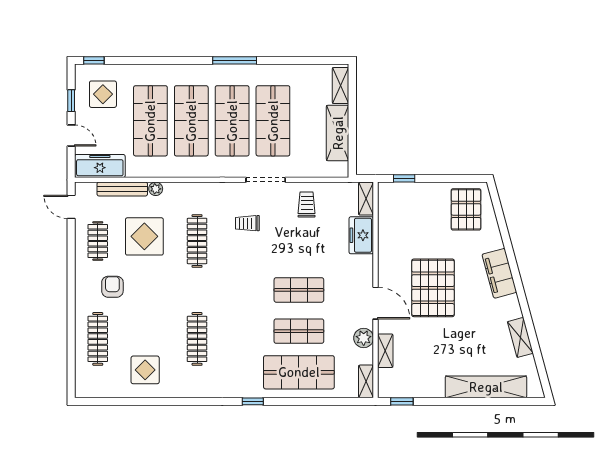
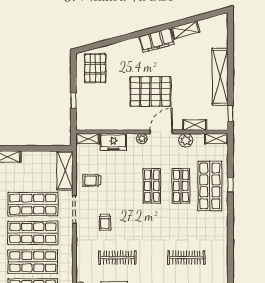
shelving: (338, 133) -> (65, 170), moved, turned 90
window: (404, 178) -> (73, 101), moved
pallet: (466, 209) -> (95, 68), turned 90
filing cabinet: (499, 273) -> (157, 40), moved
plant: (366, 276) -> (142, 139), added
shelving: (486, 387) -> (220, 77), moved
window: (253, 401) -> (230, 185), moved

